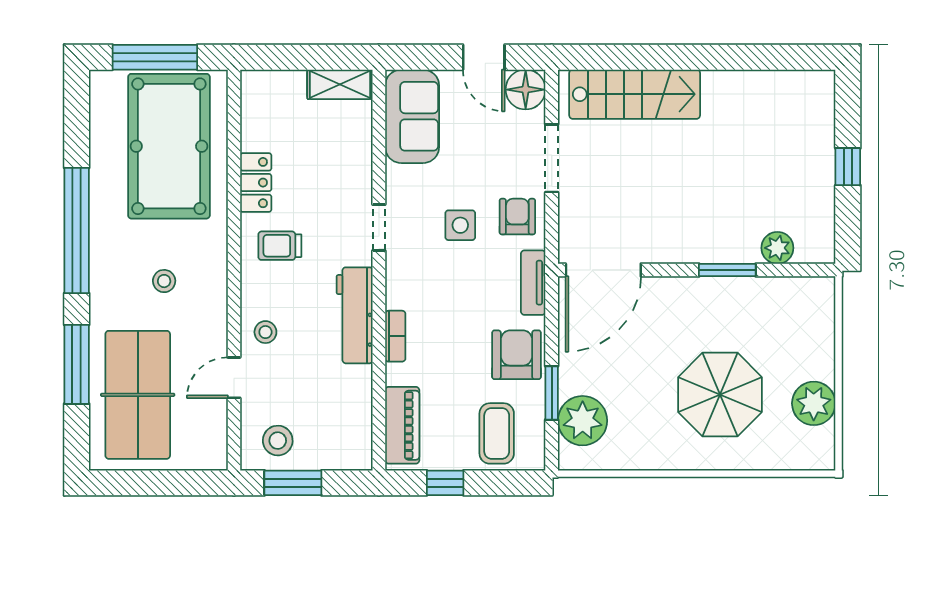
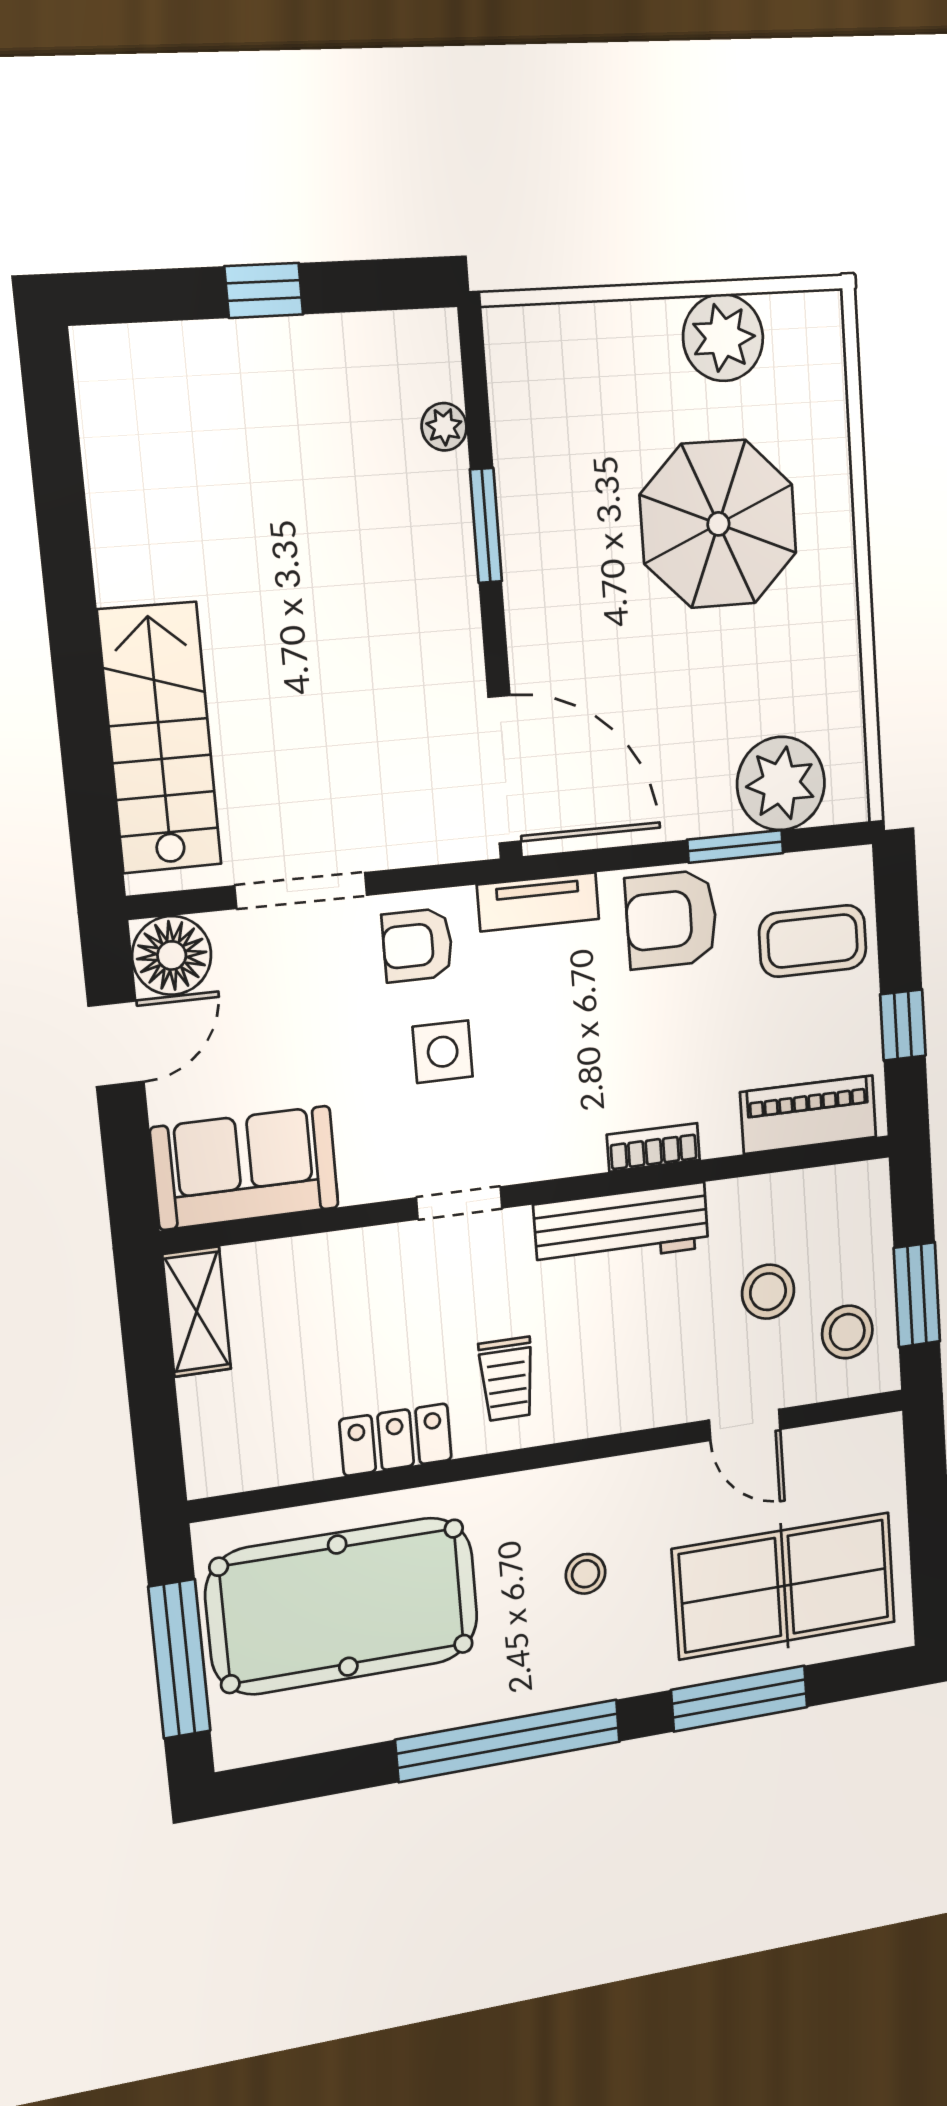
plant: (777, 248) -> (444, 427), width x0.73, depth x0.73
stool: (265, 332) -> (768, 1292), moved, width x1.37, depth x1.37

